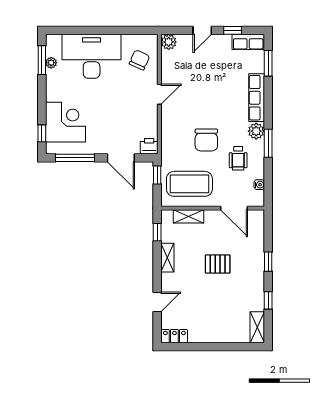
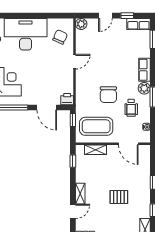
row of seats: (257, 98) -> (145, 70), width x0.68
shelving: (167, 258) -> (80, 194), moved
pallet: (218, 264) -> (119, 197), moved

